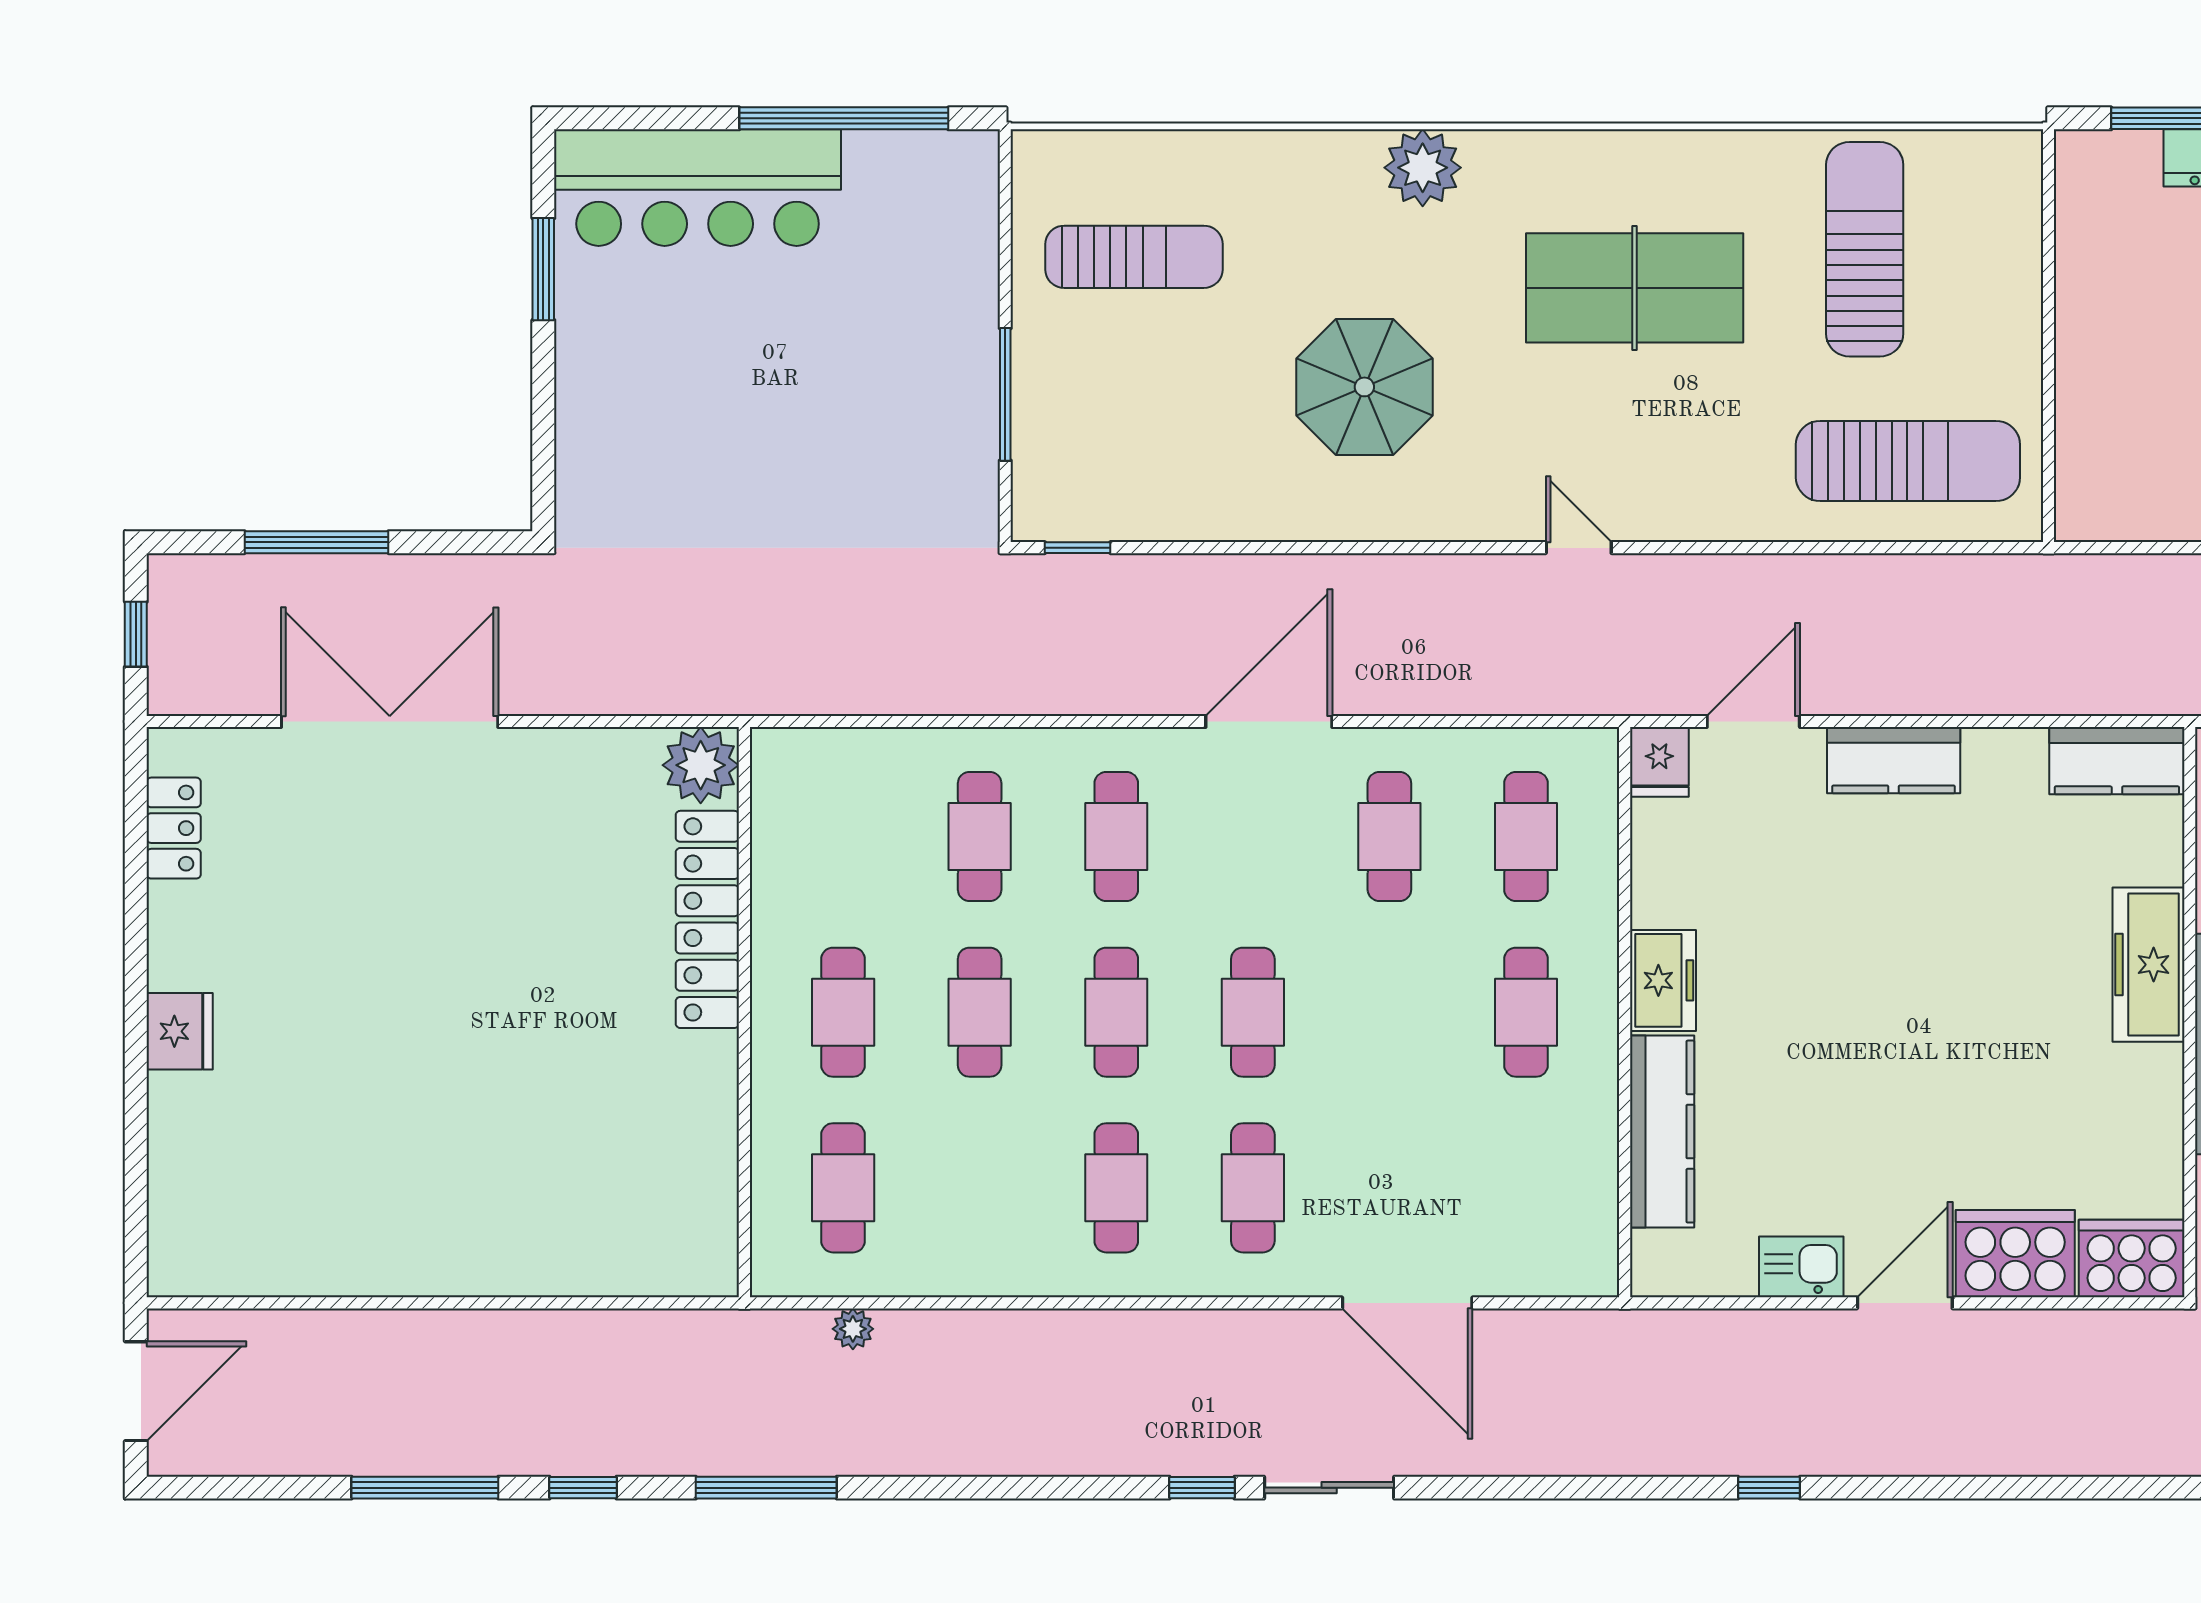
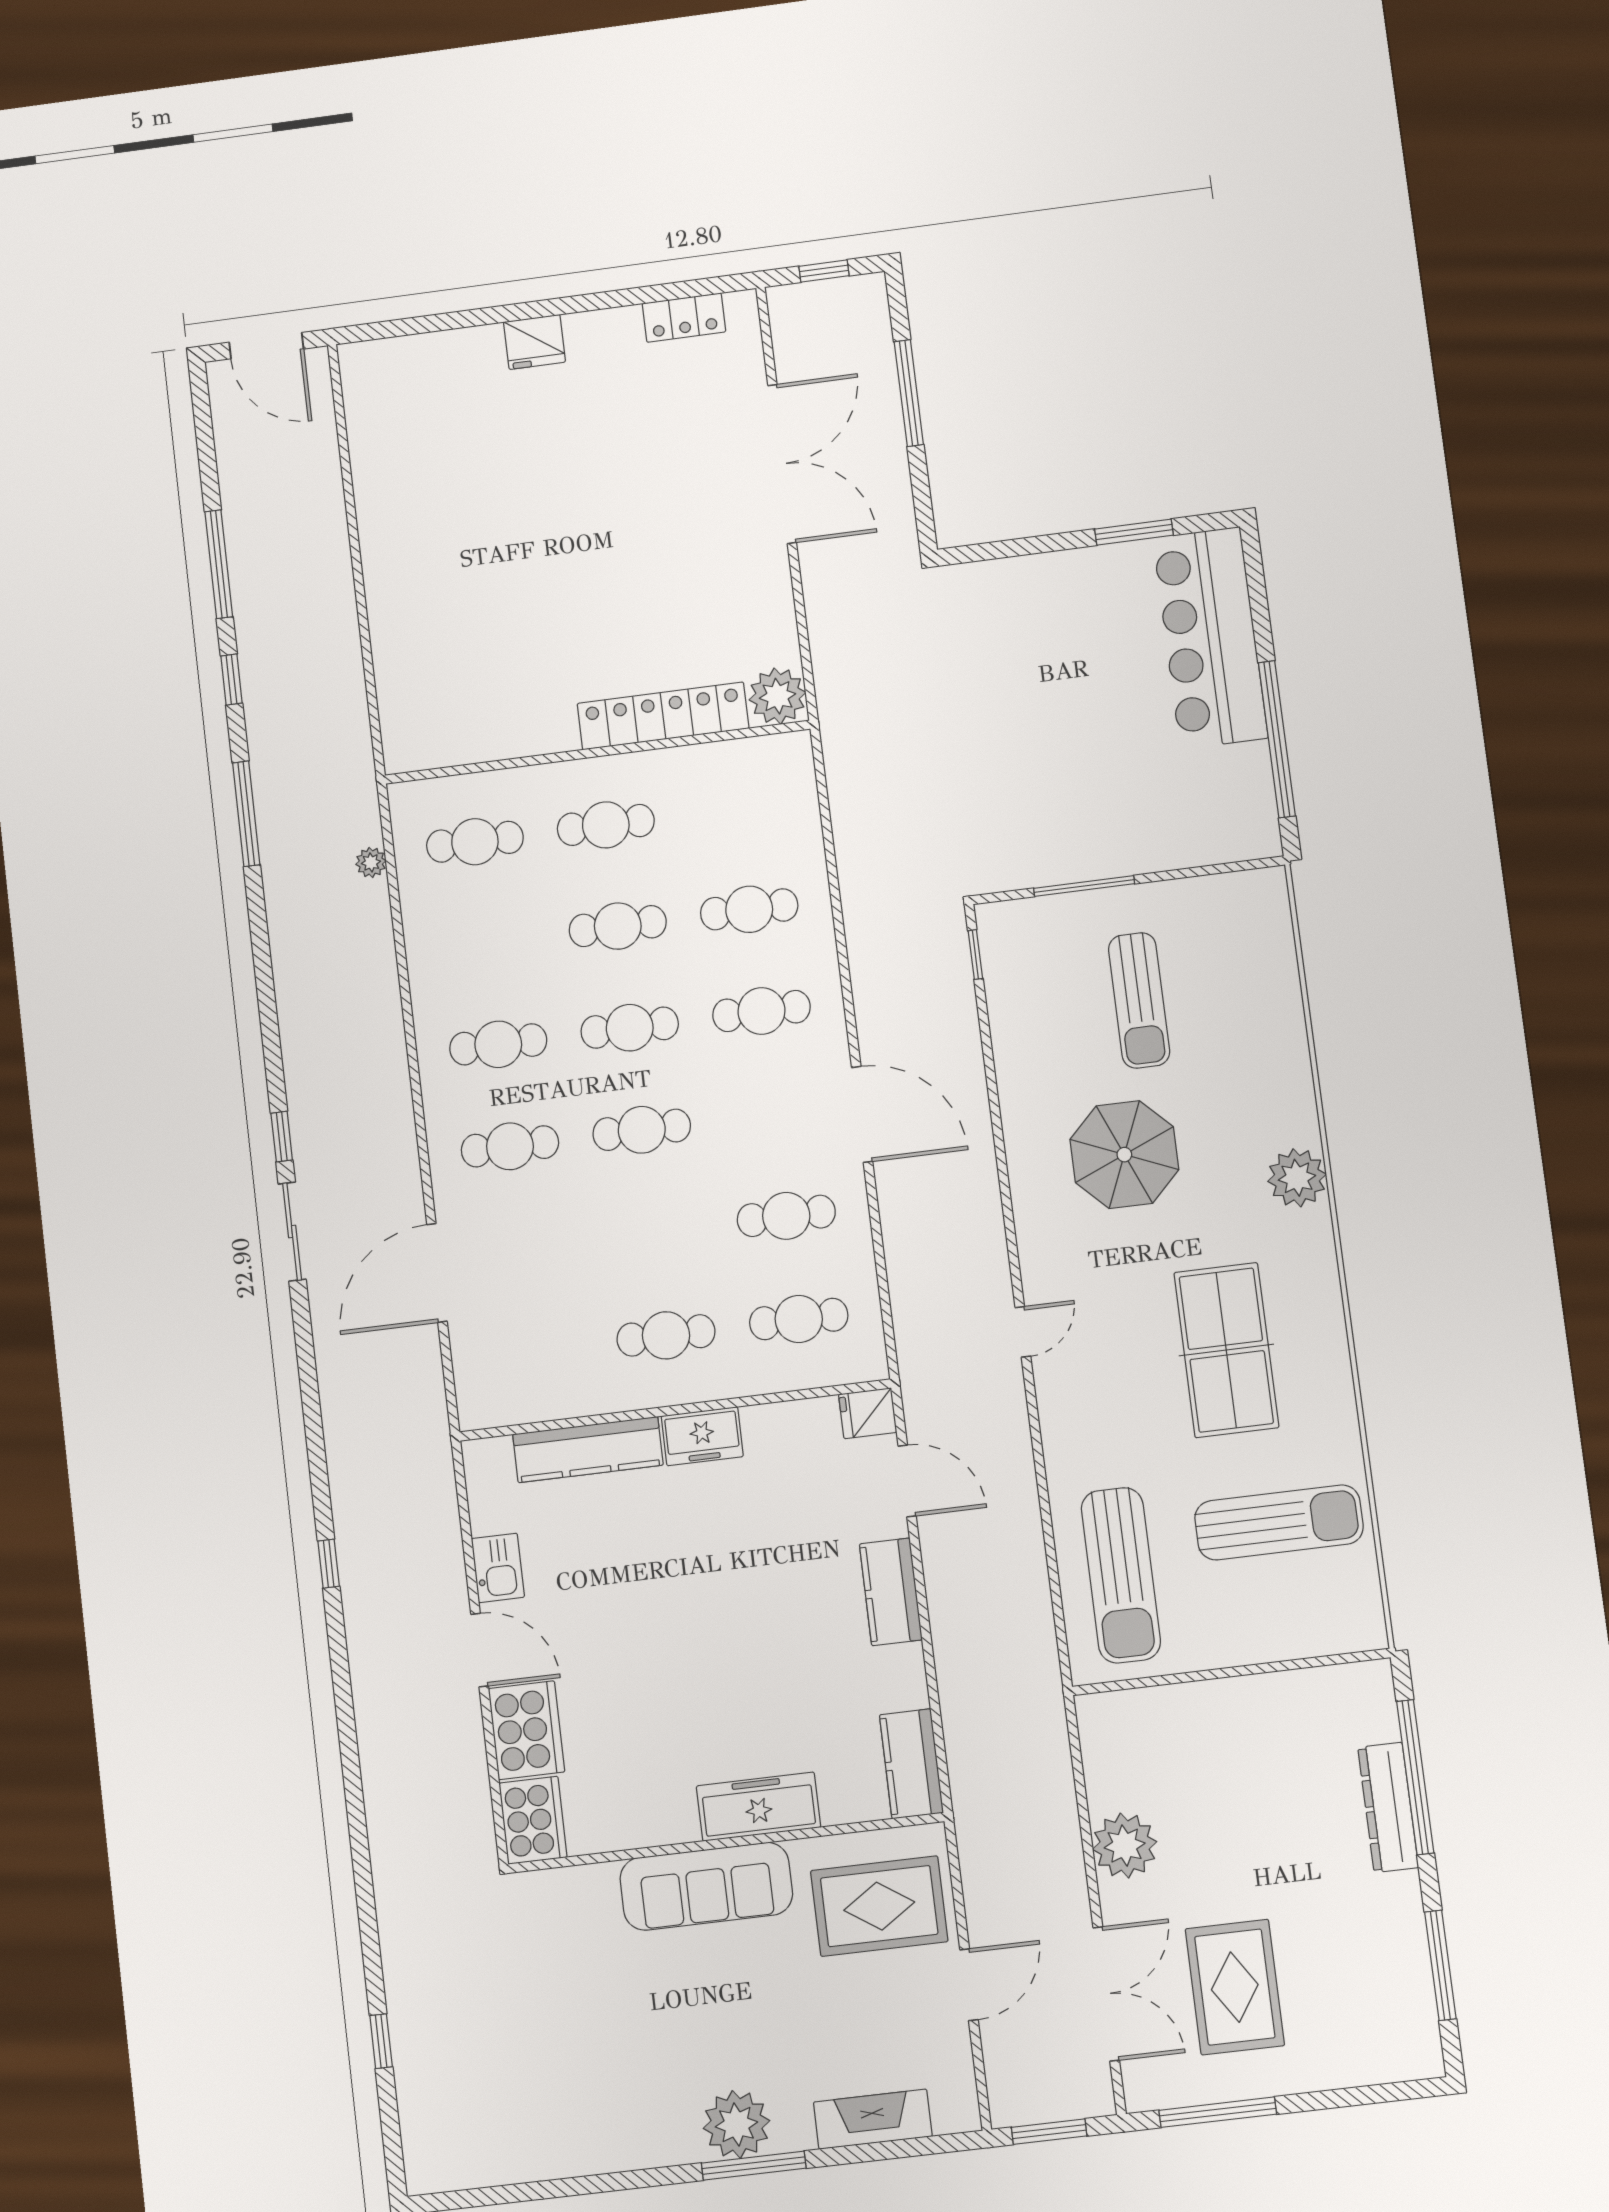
sun lounger: (1134, 257) -> (1139, 1000), moved

